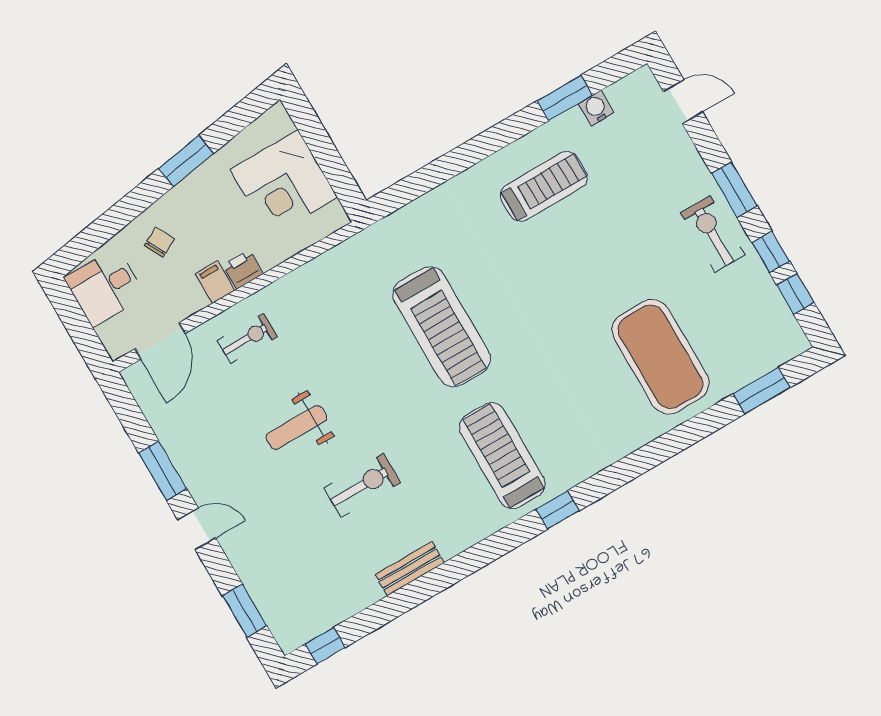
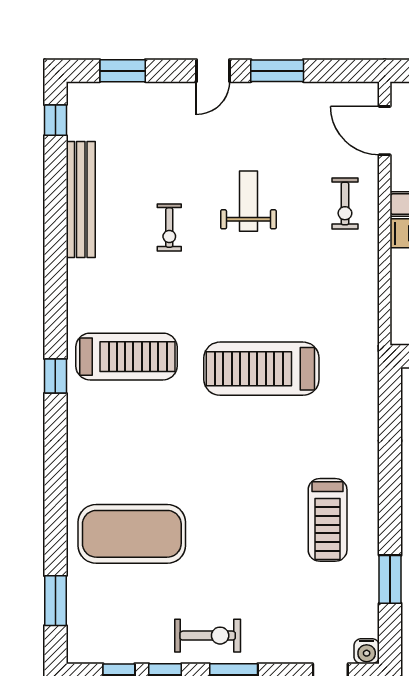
water cooler: (596, 108) -> (367, 651), moved, turned 90
exercise bike: (362, 485) -> (169, 228), width x0.73, depth x0.72
bench: (410, 569) -> (81, 200), width x1.86, depth x1.21

